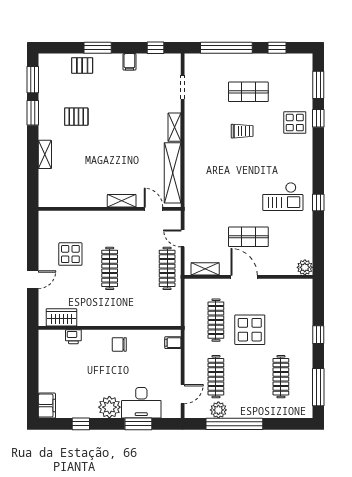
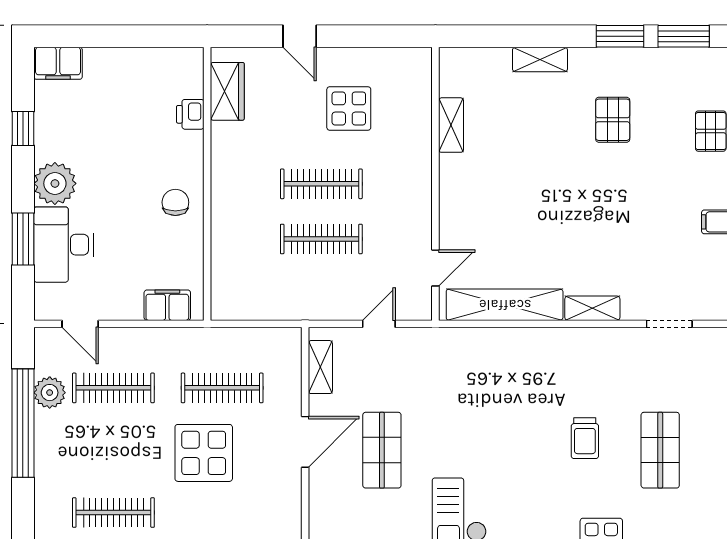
shelving: (122, 201) -> (451, 125), moved
clothes rail: (167, 268) -> (321, 239), moved
filing cabinet: (173, 343) -> (167, 305), width x2.00

